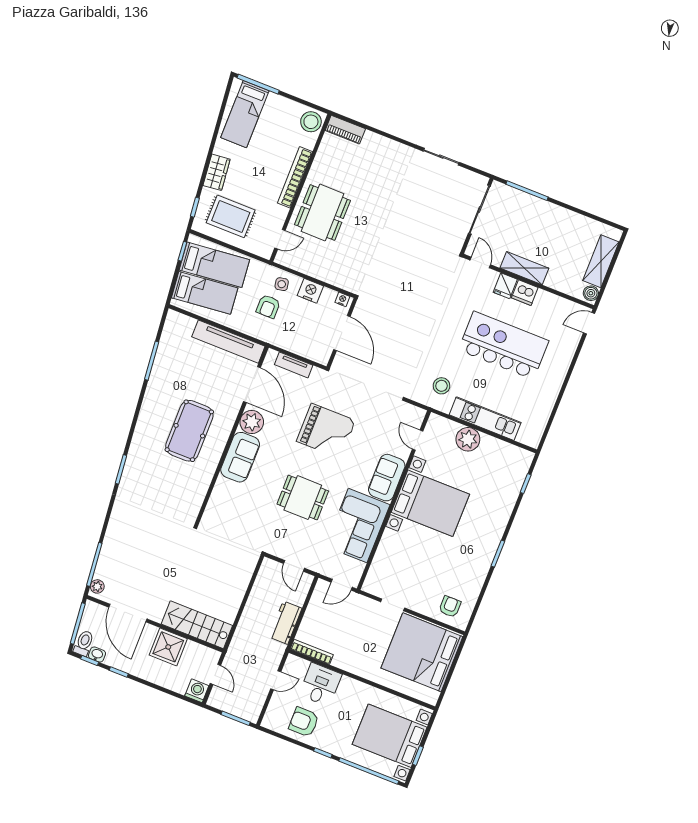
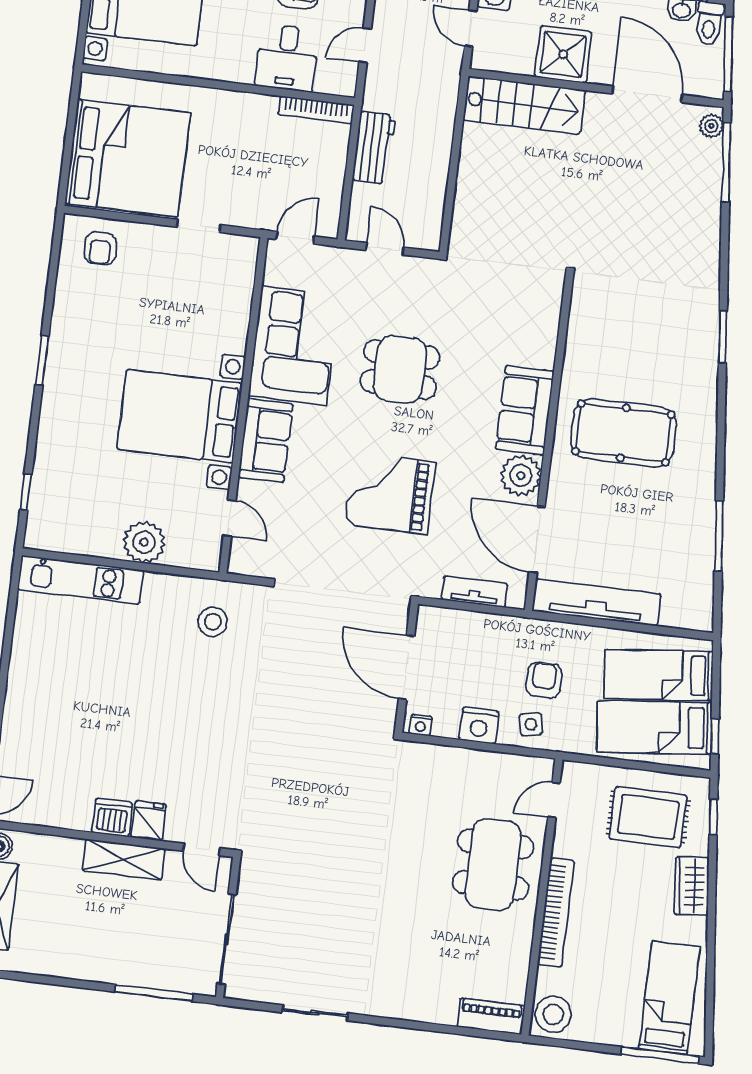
kitchen island: (504, 345) -> (125, 718), removed
kitchen unit: (485, 419) -> (80, 580), moved
pool table: (189, 431) -> (623, 433), turned 90

